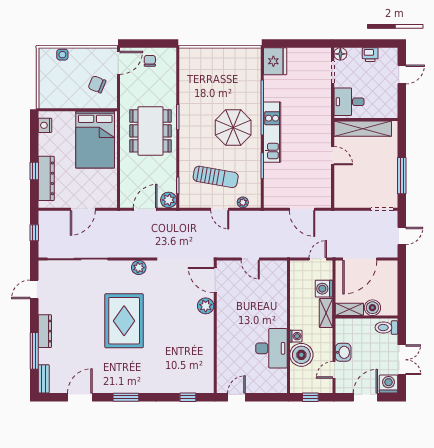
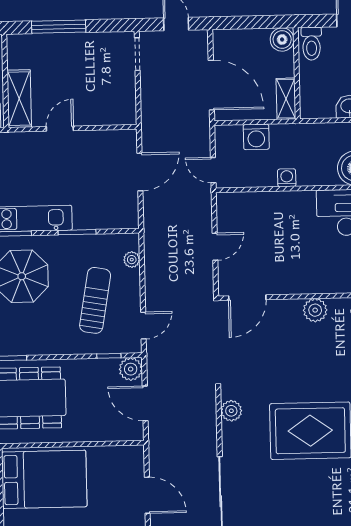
shelving: (363, 129) -> (19, 99), width x0.68
window: (402, 176) -> (59, 27), moved
door: (220, 209) -> (143, 326), moved
door: (318, 259) -> (213, 170), moved
plant: (206, 306) -> (315, 310), moved
boiler: (372, 308) -> (282, 40), moved
shelving: (326, 313) -> (292, 133), removed
washing machine: (296, 336) -> (287, 178), moved

